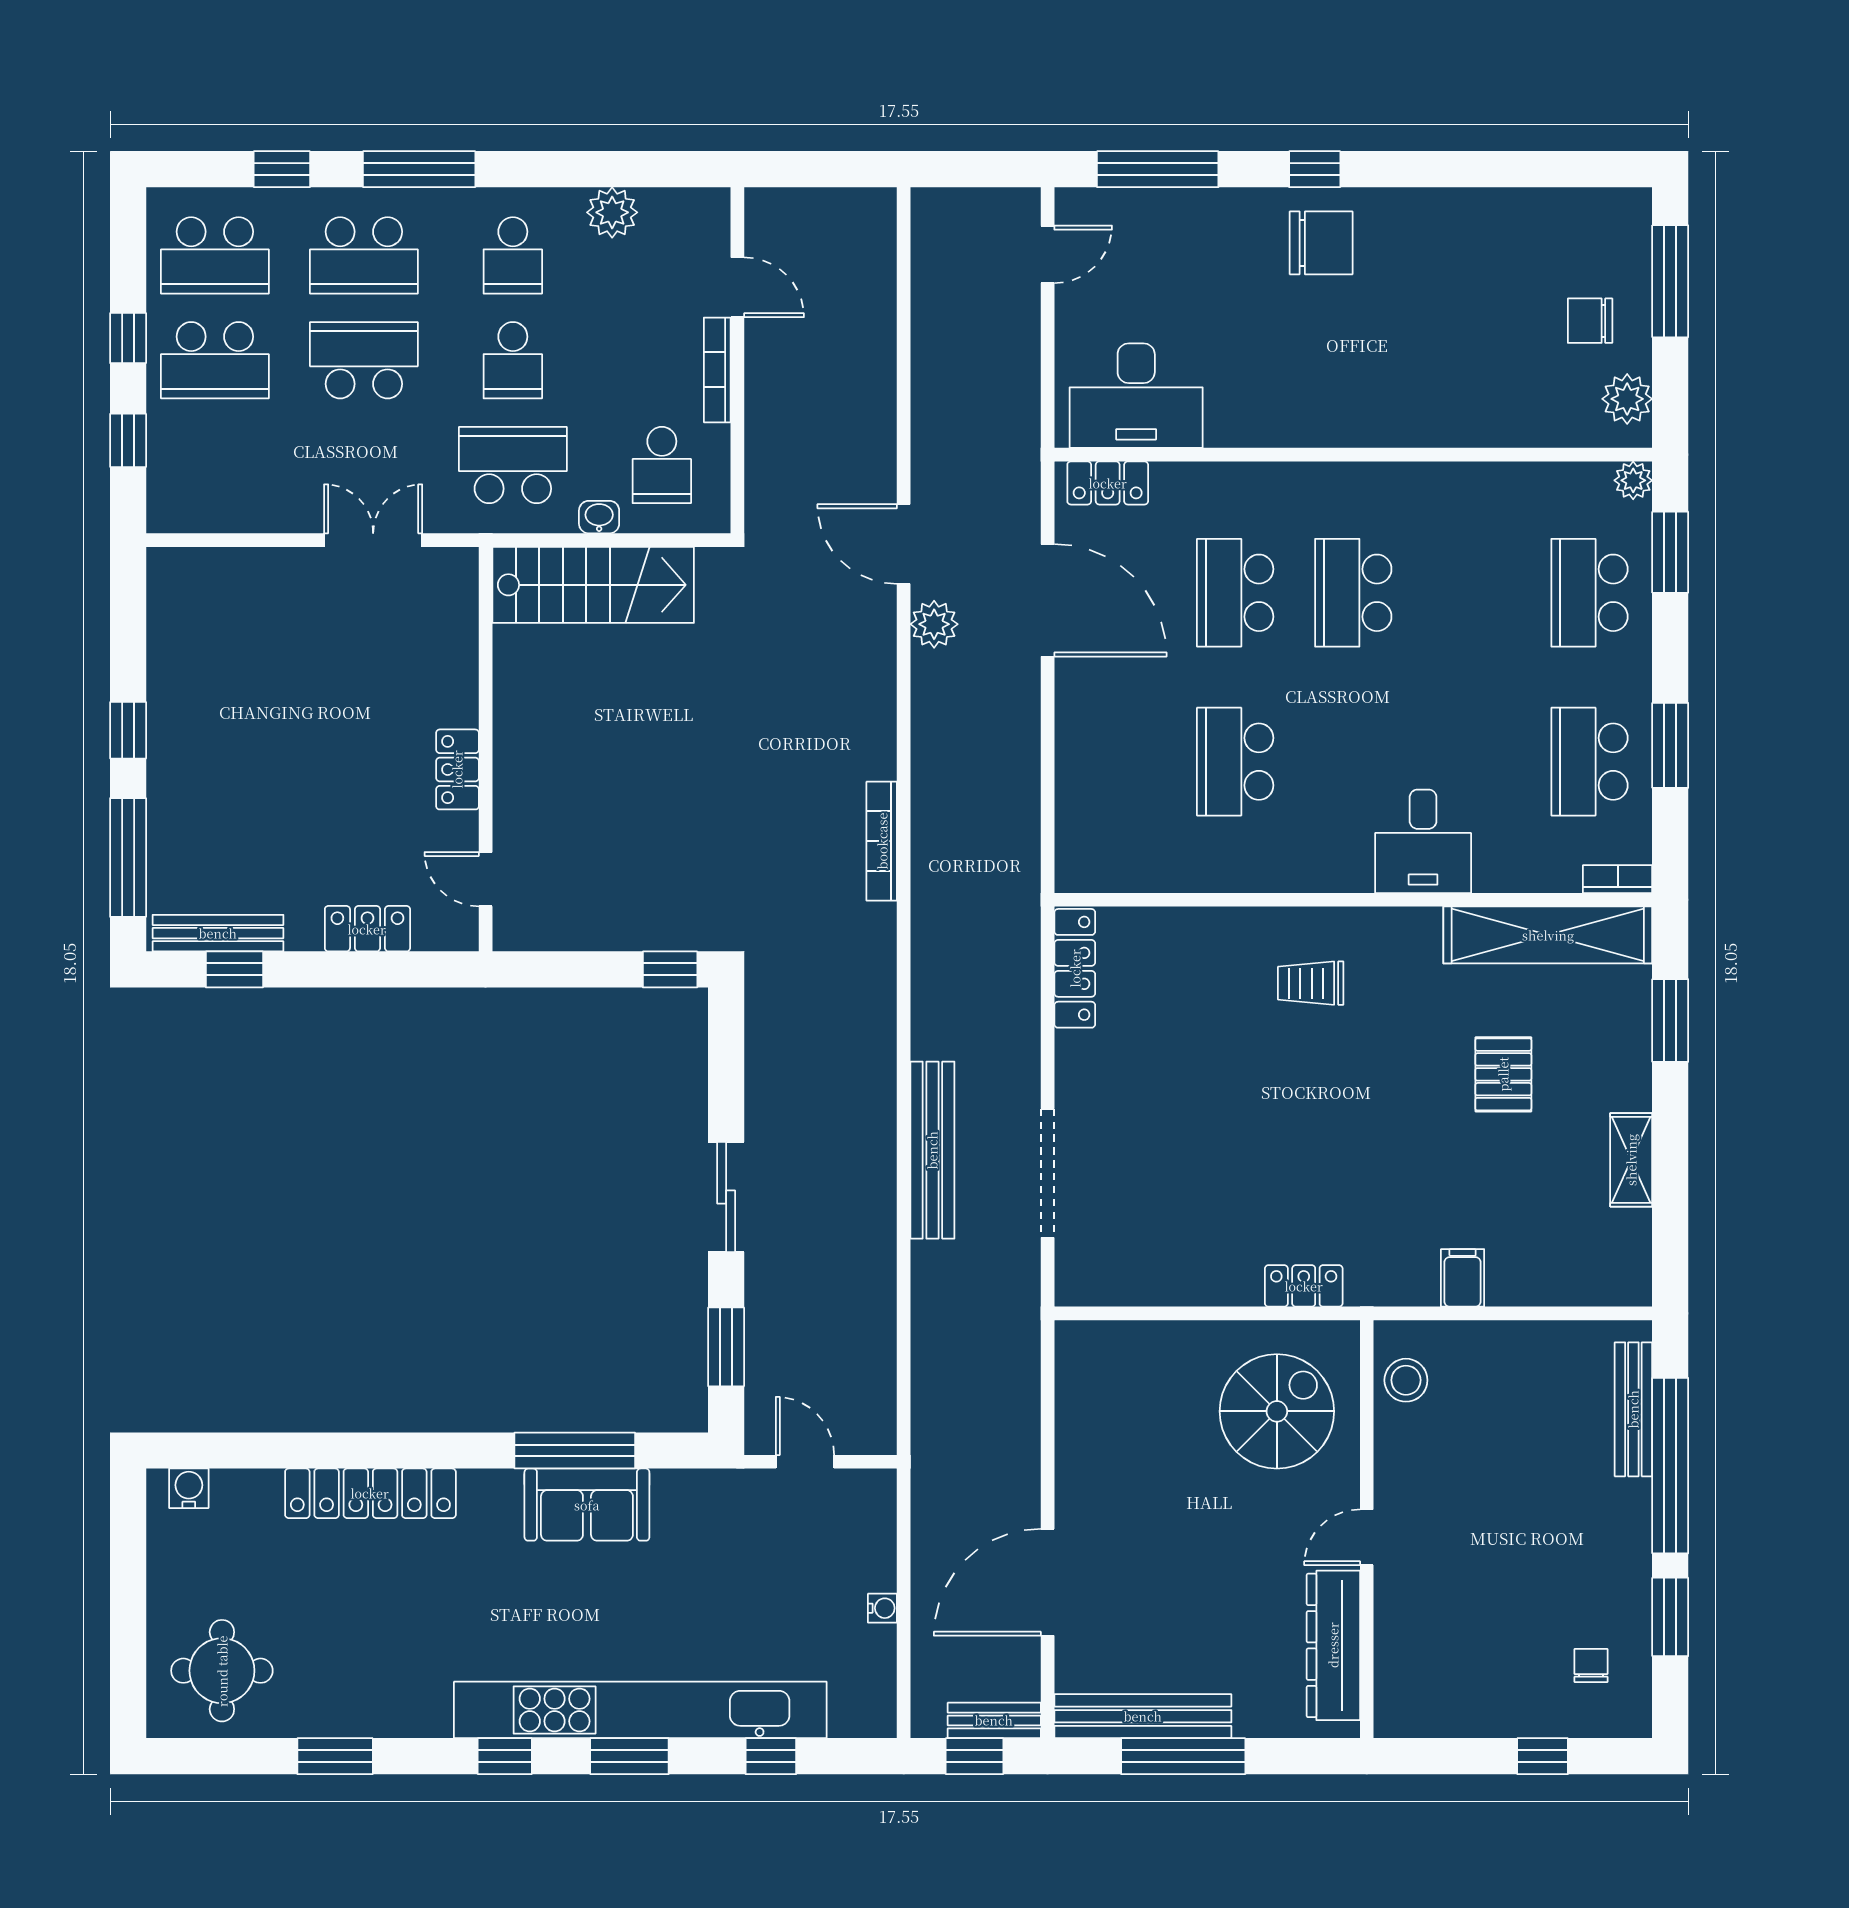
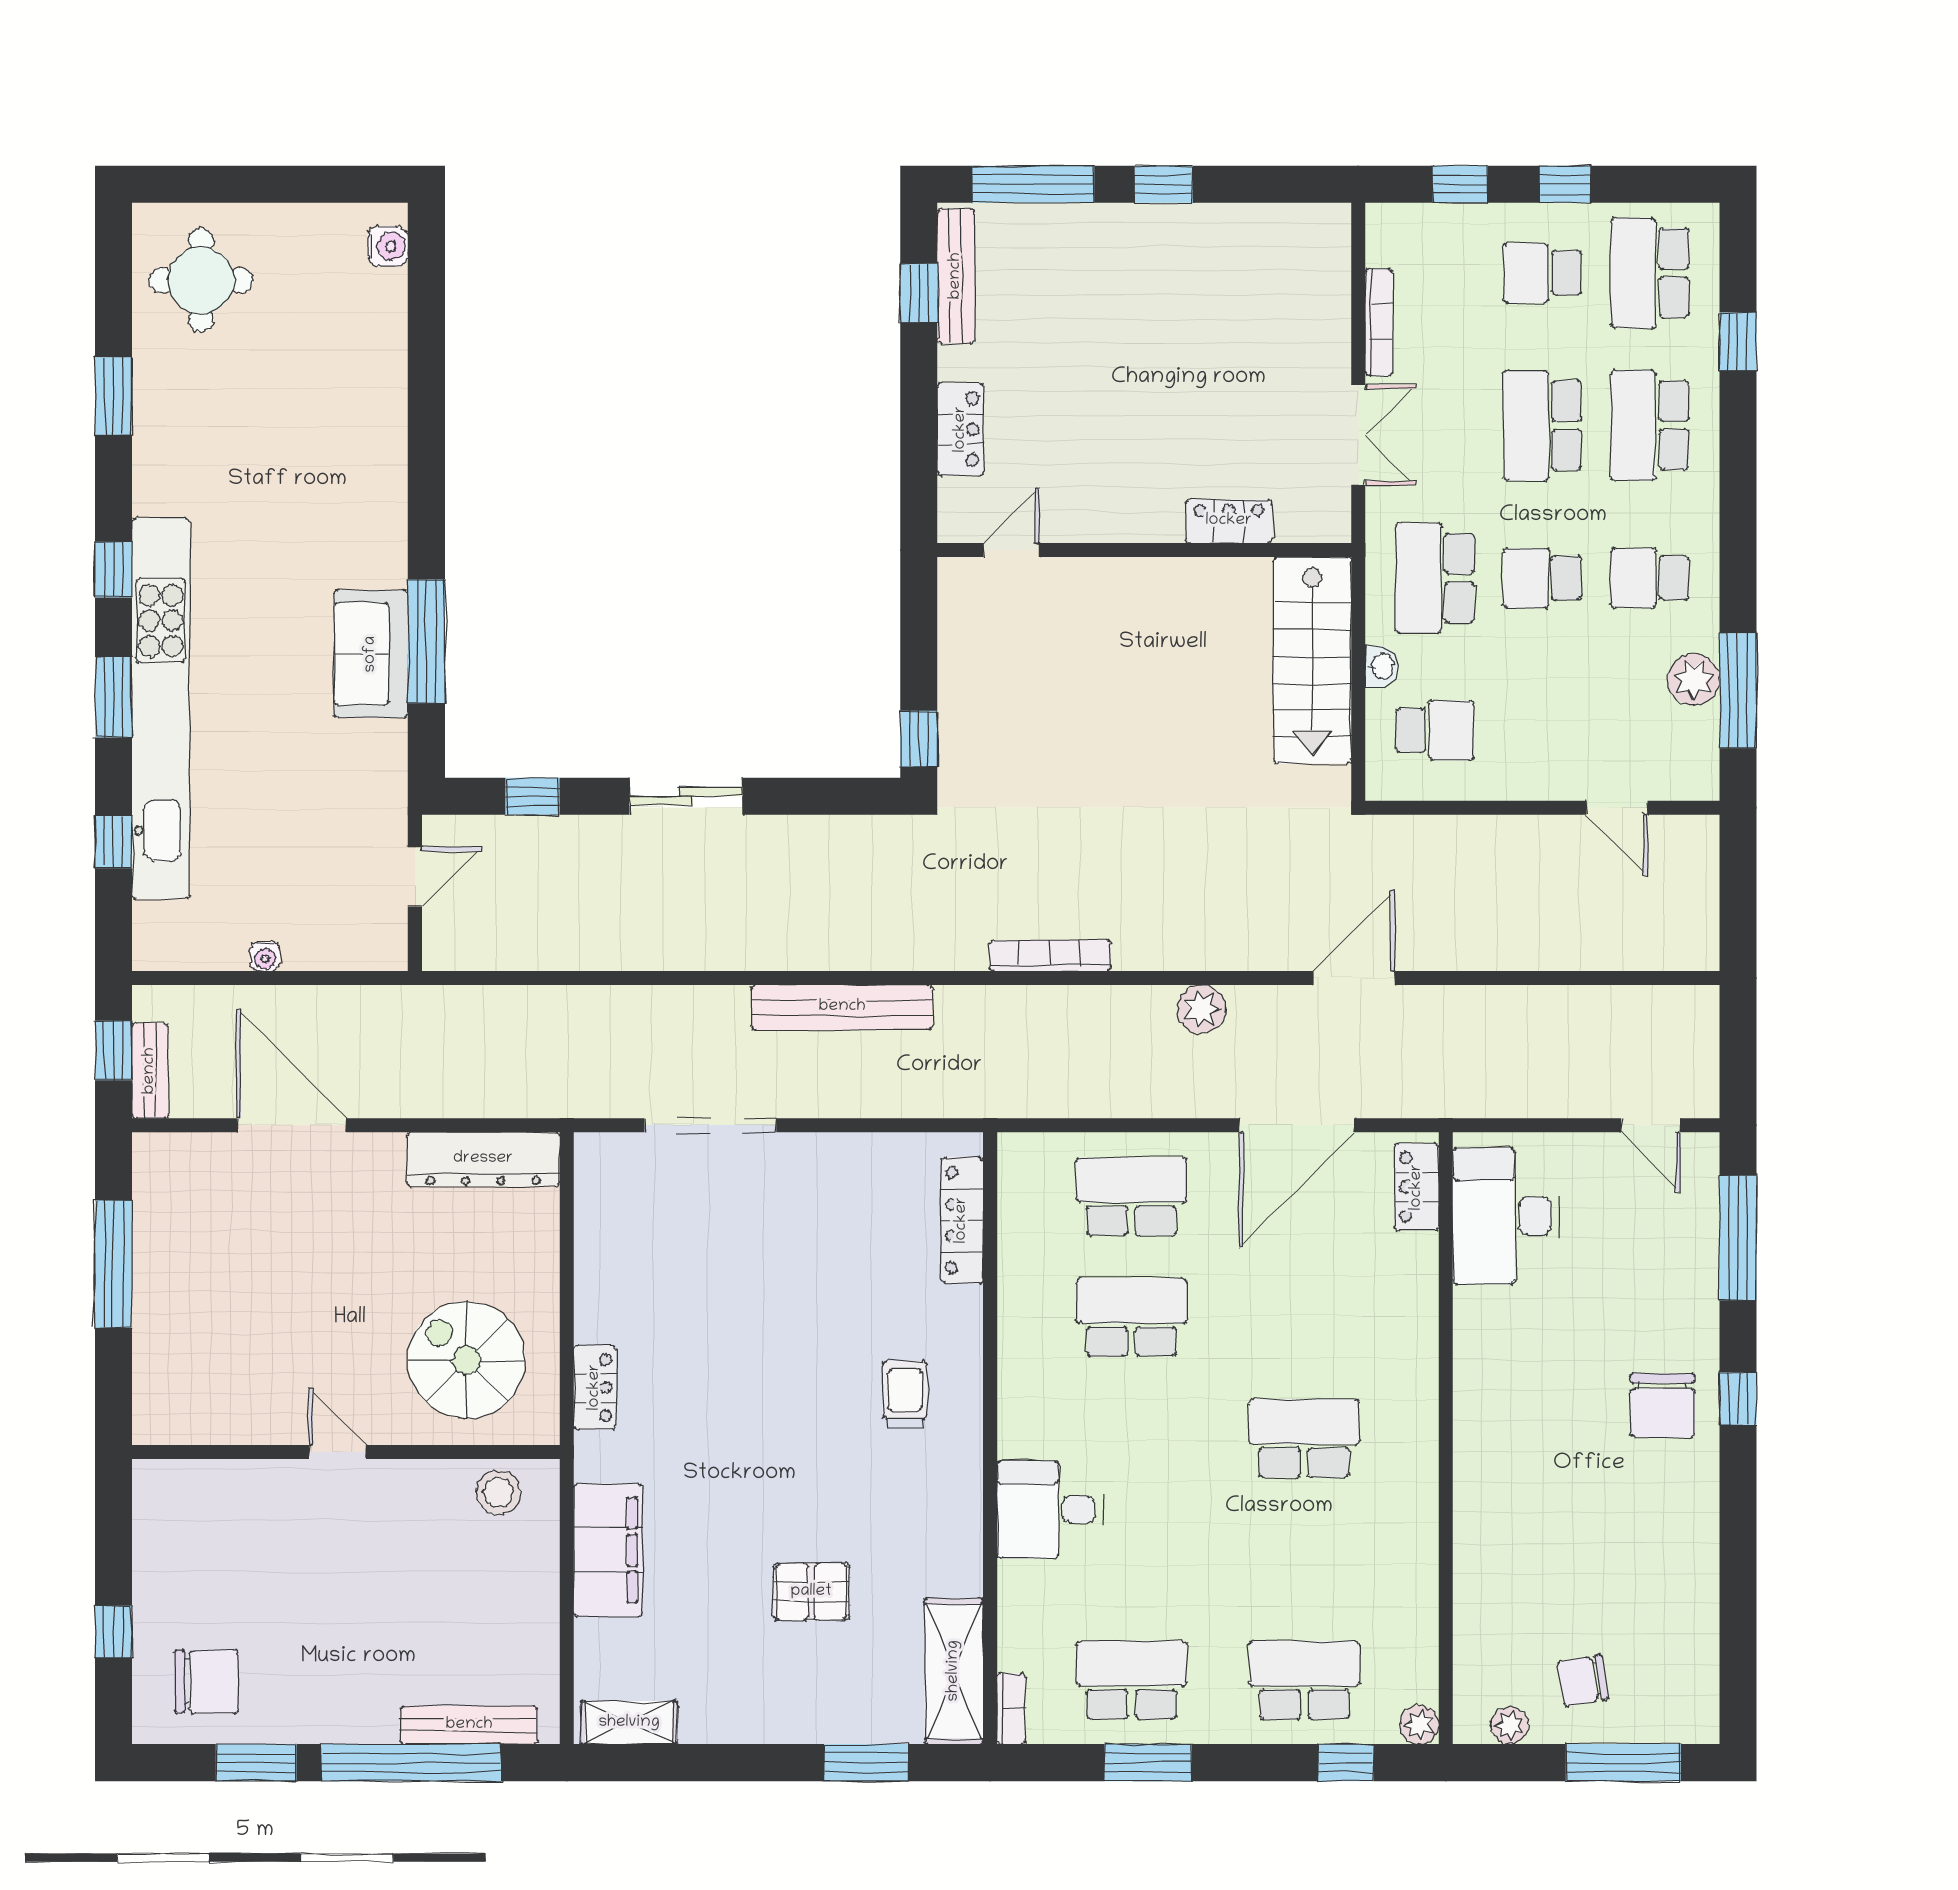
window: (419, 169) -> (1738, 691), moved
door: (737, 287) -> (1617, 808), hinge flipped
chair: (1590, 321) -> (1583, 1681), turned -100
school desk: (215, 360) -> (1542, 273), width x0.54
school desk: (364, 360) -> (1542, 425), turned 180
bookcase: (717, 370) -> (1379, 322), moved, turned 90
plant: (1627, 399) -> (1510, 1726), width x0.73, depth x0.73
school desk: (513, 465) -> (1435, 578), turned 180
school desk: (662, 465) -> (1435, 730), turned 180
window: (1670, 552) -> (1346, 1763), width x0.67
school desk: (1235, 593) -> (1132, 1196), moved
plant: (934, 624) -> (1201, 1009), moved
locker: (457, 769) -> (1229, 521), moved
shelving: (1548, 935) -> (954, 1671), width x0.68
locker: (1075, 968) -> (962, 1220), moved, turned 90
bench: (932, 1150) -> (842, 1007), moved
shelving: (1631, 1160) -> (629, 1723), moved
filing cabinet: (1463, 1278) -> (608, 1550), width x3.00, depth x1.17
window: (726, 1347) -> (532, 796), width x0.67
spiral stairs: (1277, 1411) -> (466, 1360), turned 180
locker: (370, 1493) -> (383, 432), removed
dresser: (1333, 1645) -> (483, 1159), moved, turned 180
chair: (1591, 1665) -> (206, 1681), width x1.87, depth x1.87
bench: (1143, 1716) -> (154, 1223), removed

